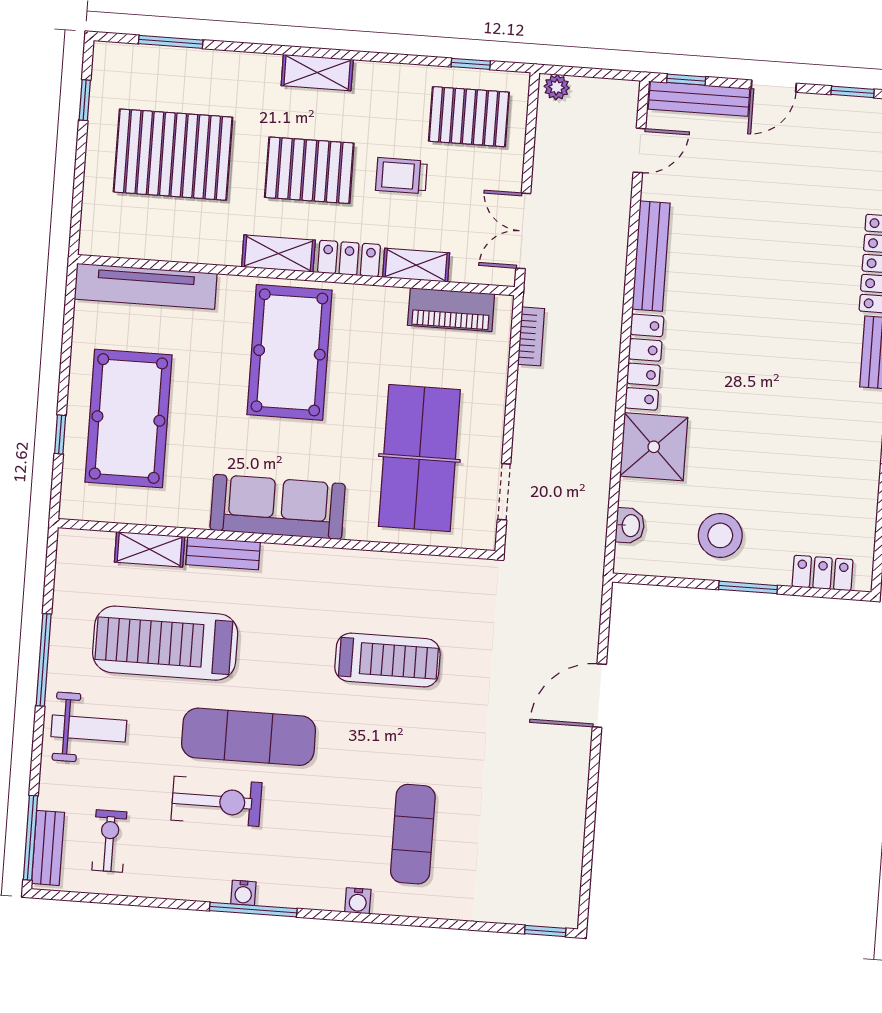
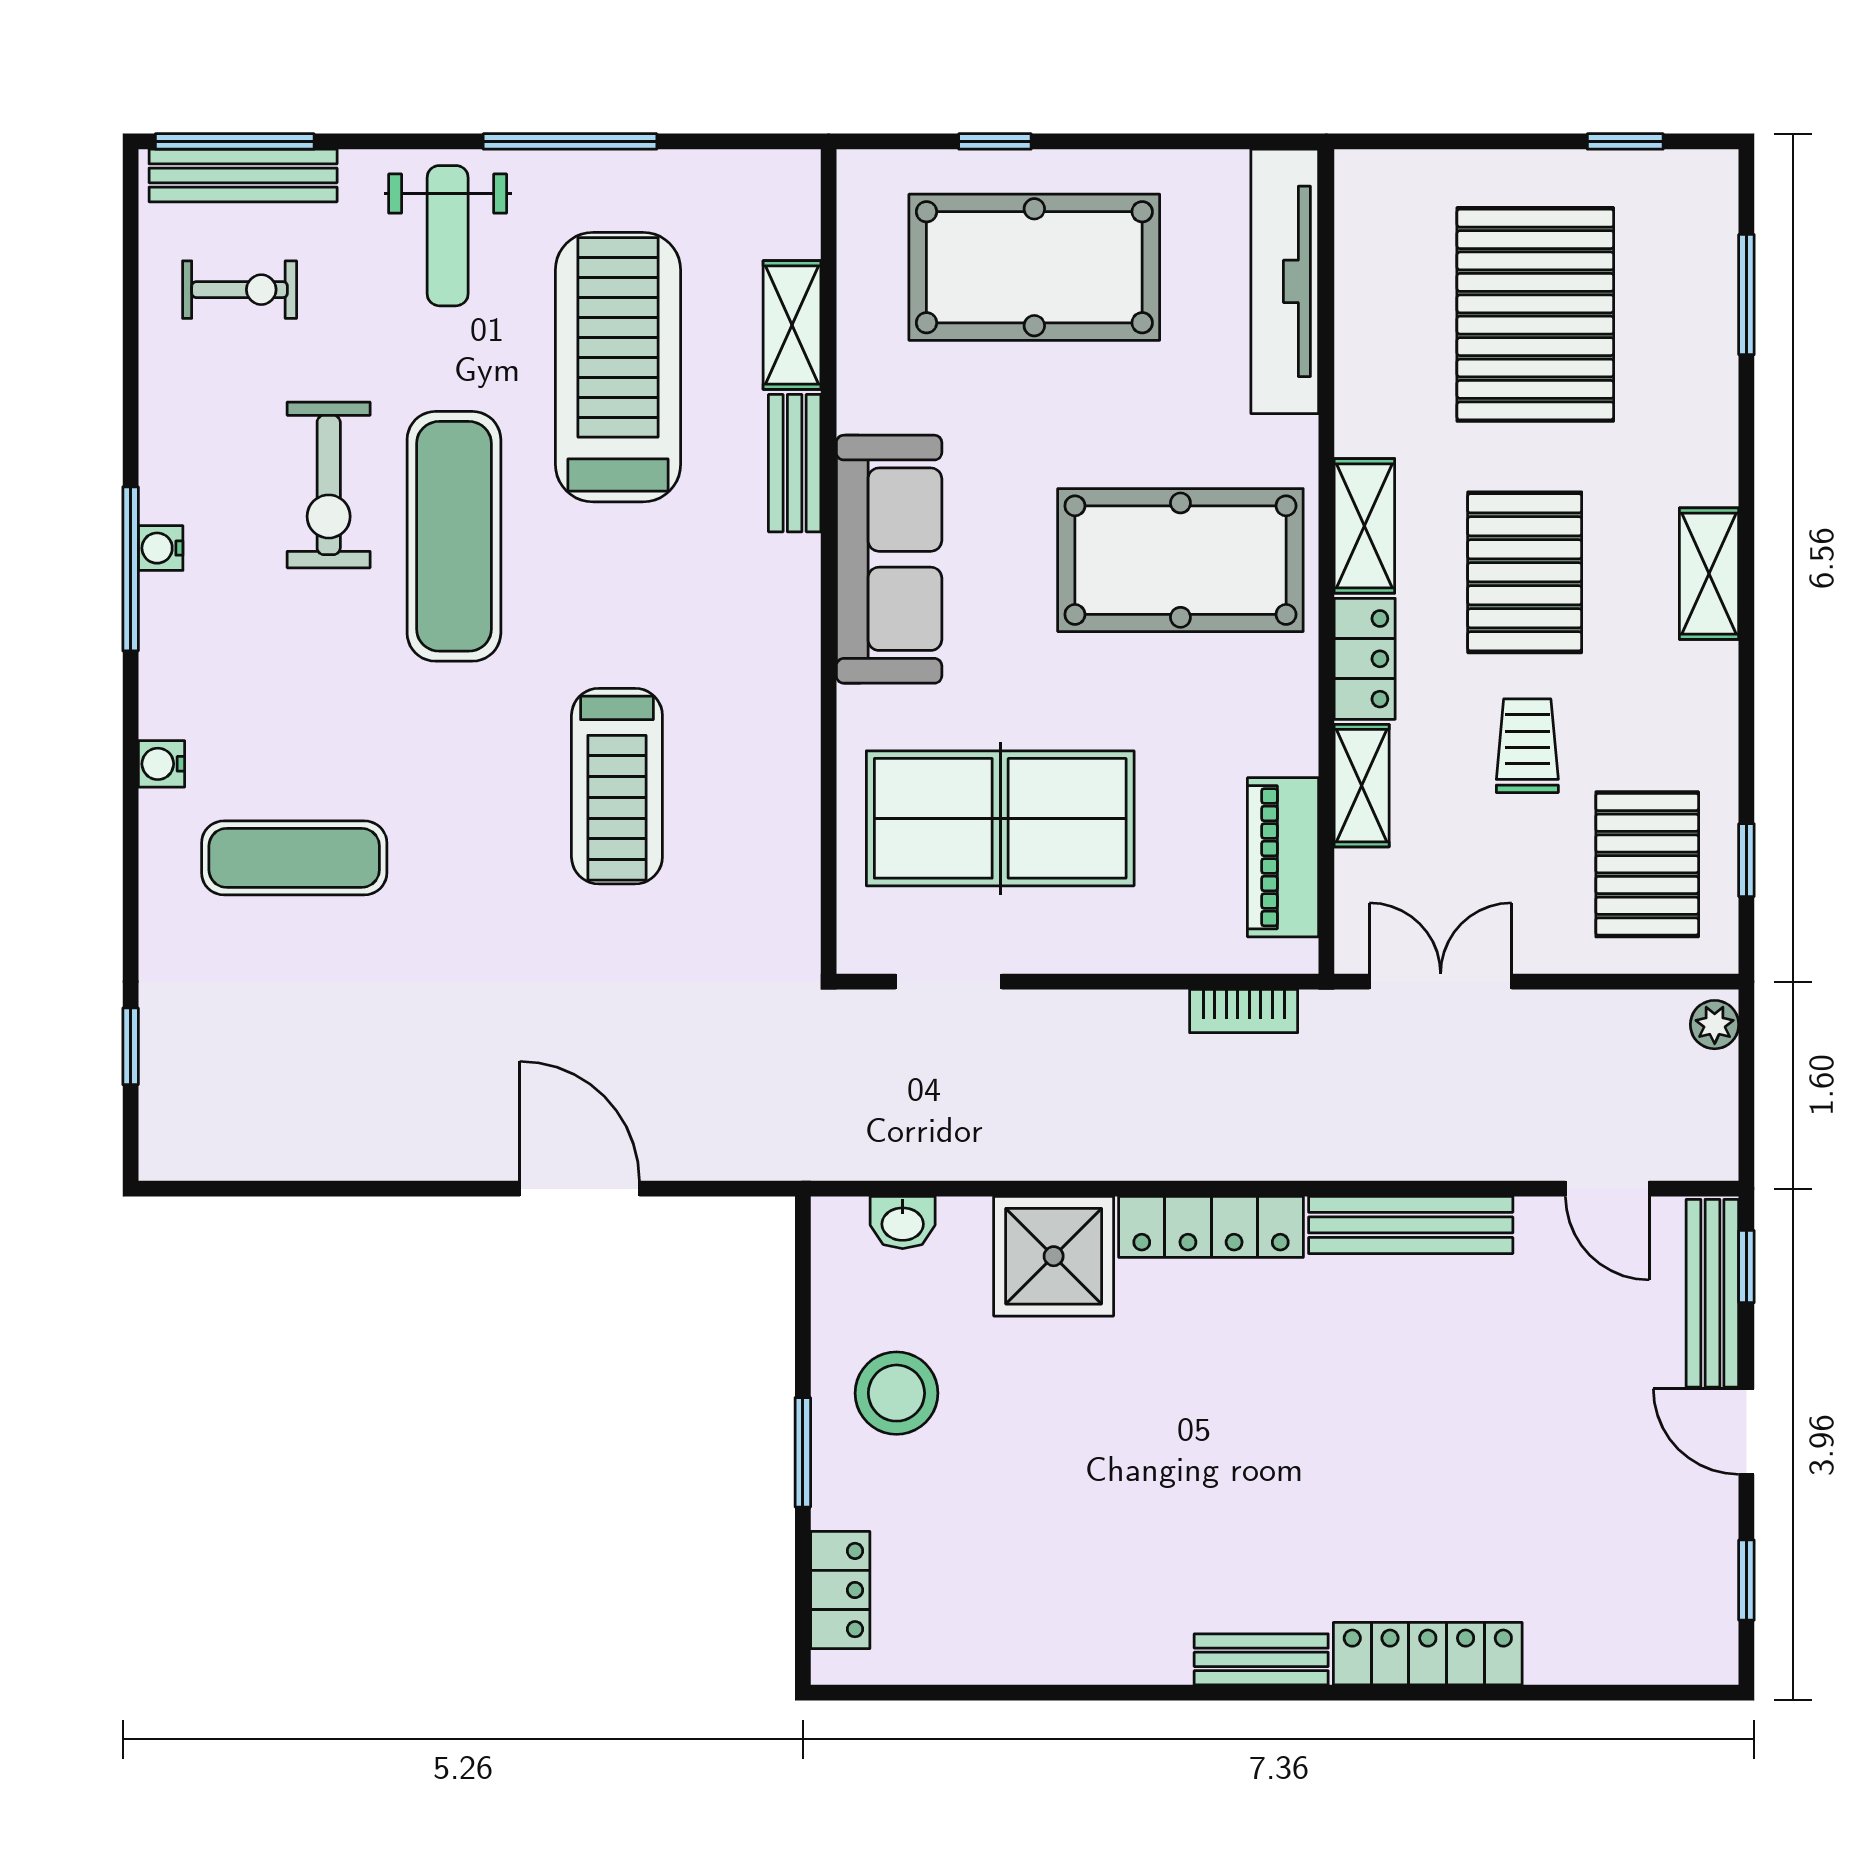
bench: (48, 848) -> (243, 175), width x1.36
window: (545, 931) -> (131, 1046), moved

